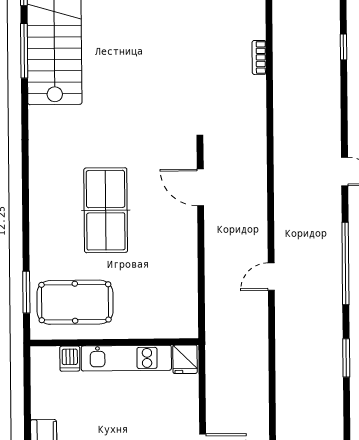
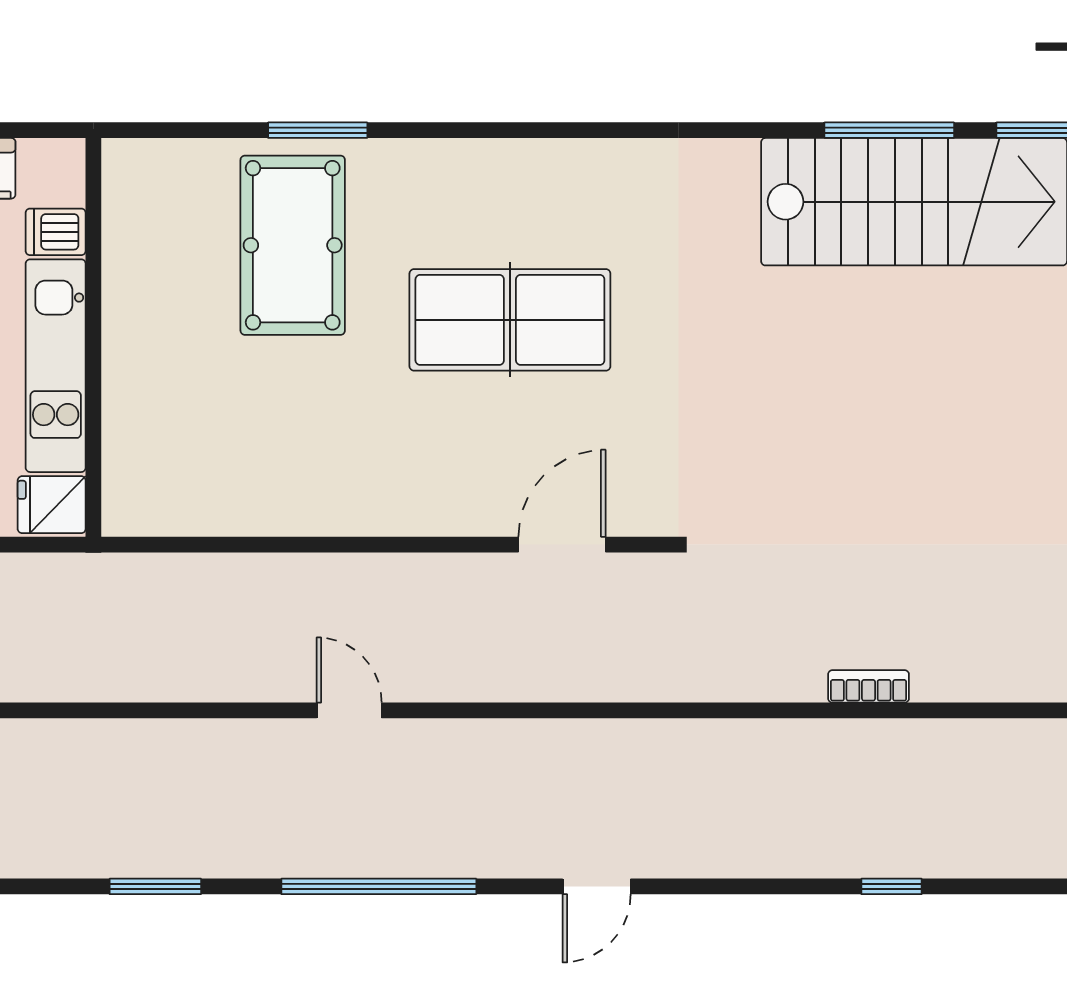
wall: (114, 342) -> (93, 337), moved
kitchen unit: (126, 358) -> (56, 366), moved
dishwasher: (70, 359) -> (56, 232), moved
fridge: (185, 359) -> (52, 505), moved

